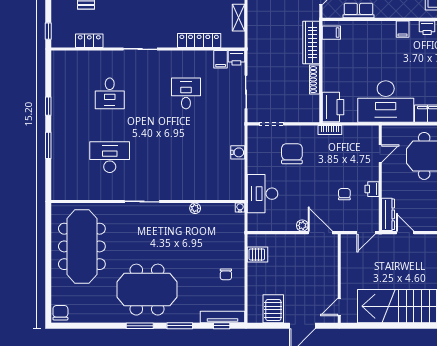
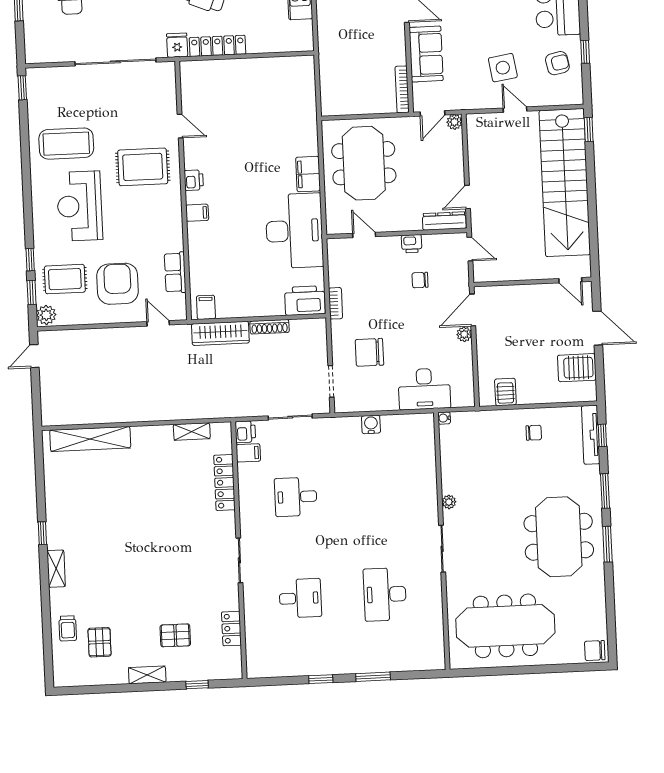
window: (48, 31) -> (197, 685), moved
plant: (195, 208) -> (449, 502), moved

